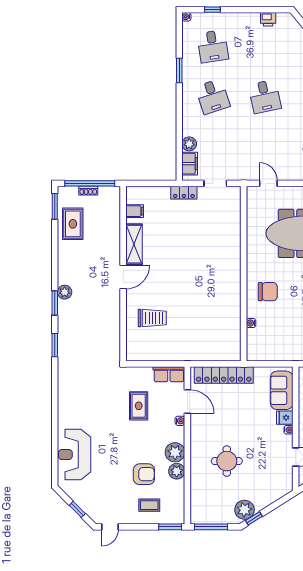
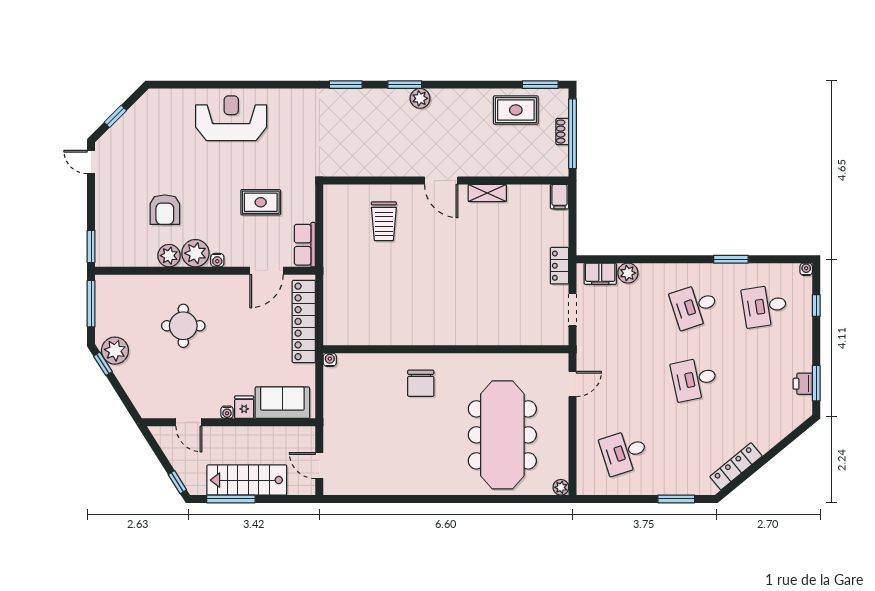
window: (268, 10) -> (816, 383), added
filing cabinet: (135, 211) -> (560, 197), moved
shelving: (134, 244) -> (487, 193), width x0.67, depth x0.75
water cooler: (251, 323) -> (330, 360), moved
water cooler: (180, 421) -> (217, 260), moved
reception desk: (75, 454) -> (231, 118), moved
coffee table: (149, 505) -> (121, 217), removed

